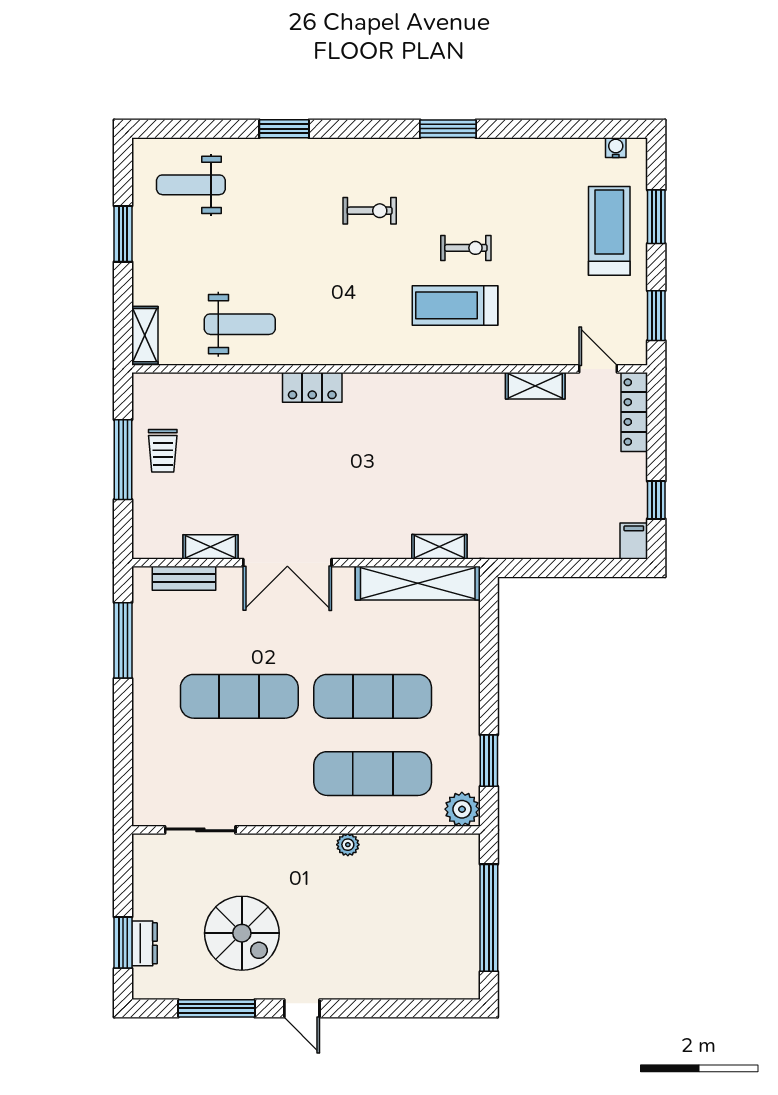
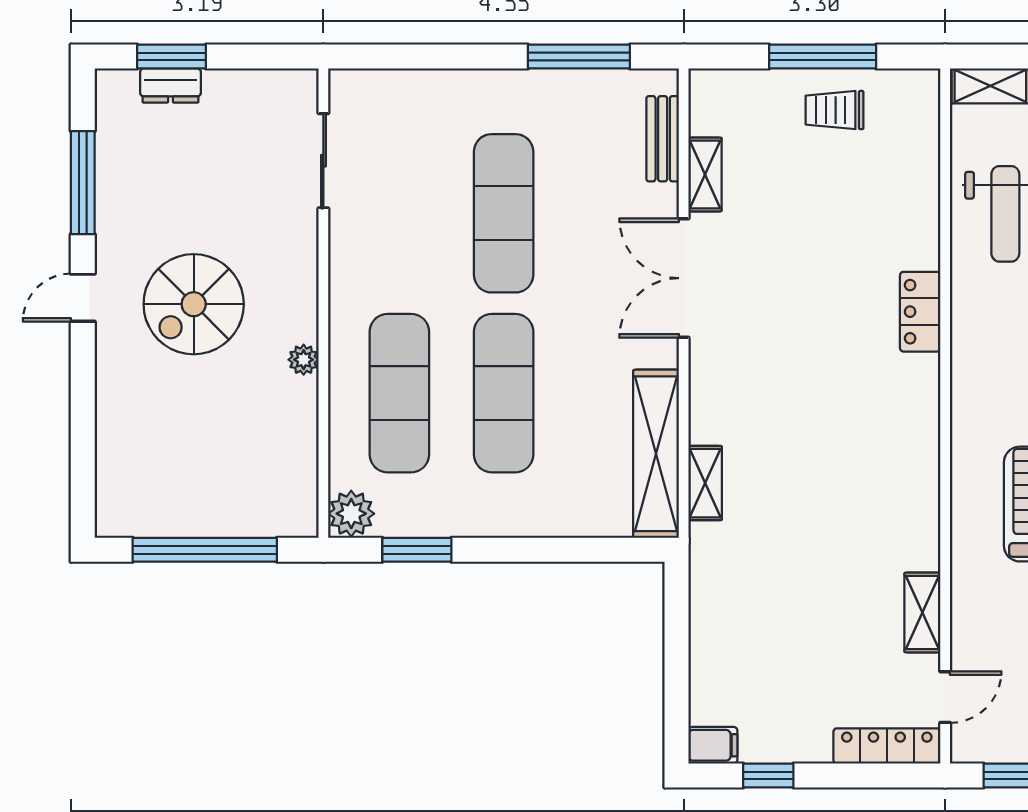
spiral stairs: (242, 933) -> (194, 304), moved

